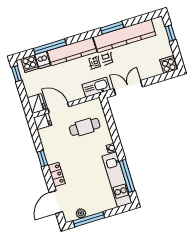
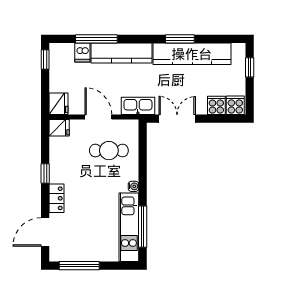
cooker: (30, 64) -> (216, 105), moved, turned 180
door: (58, 108) -> (98, 117), moved
plant: (81, 213) -> (72, 255), removed

